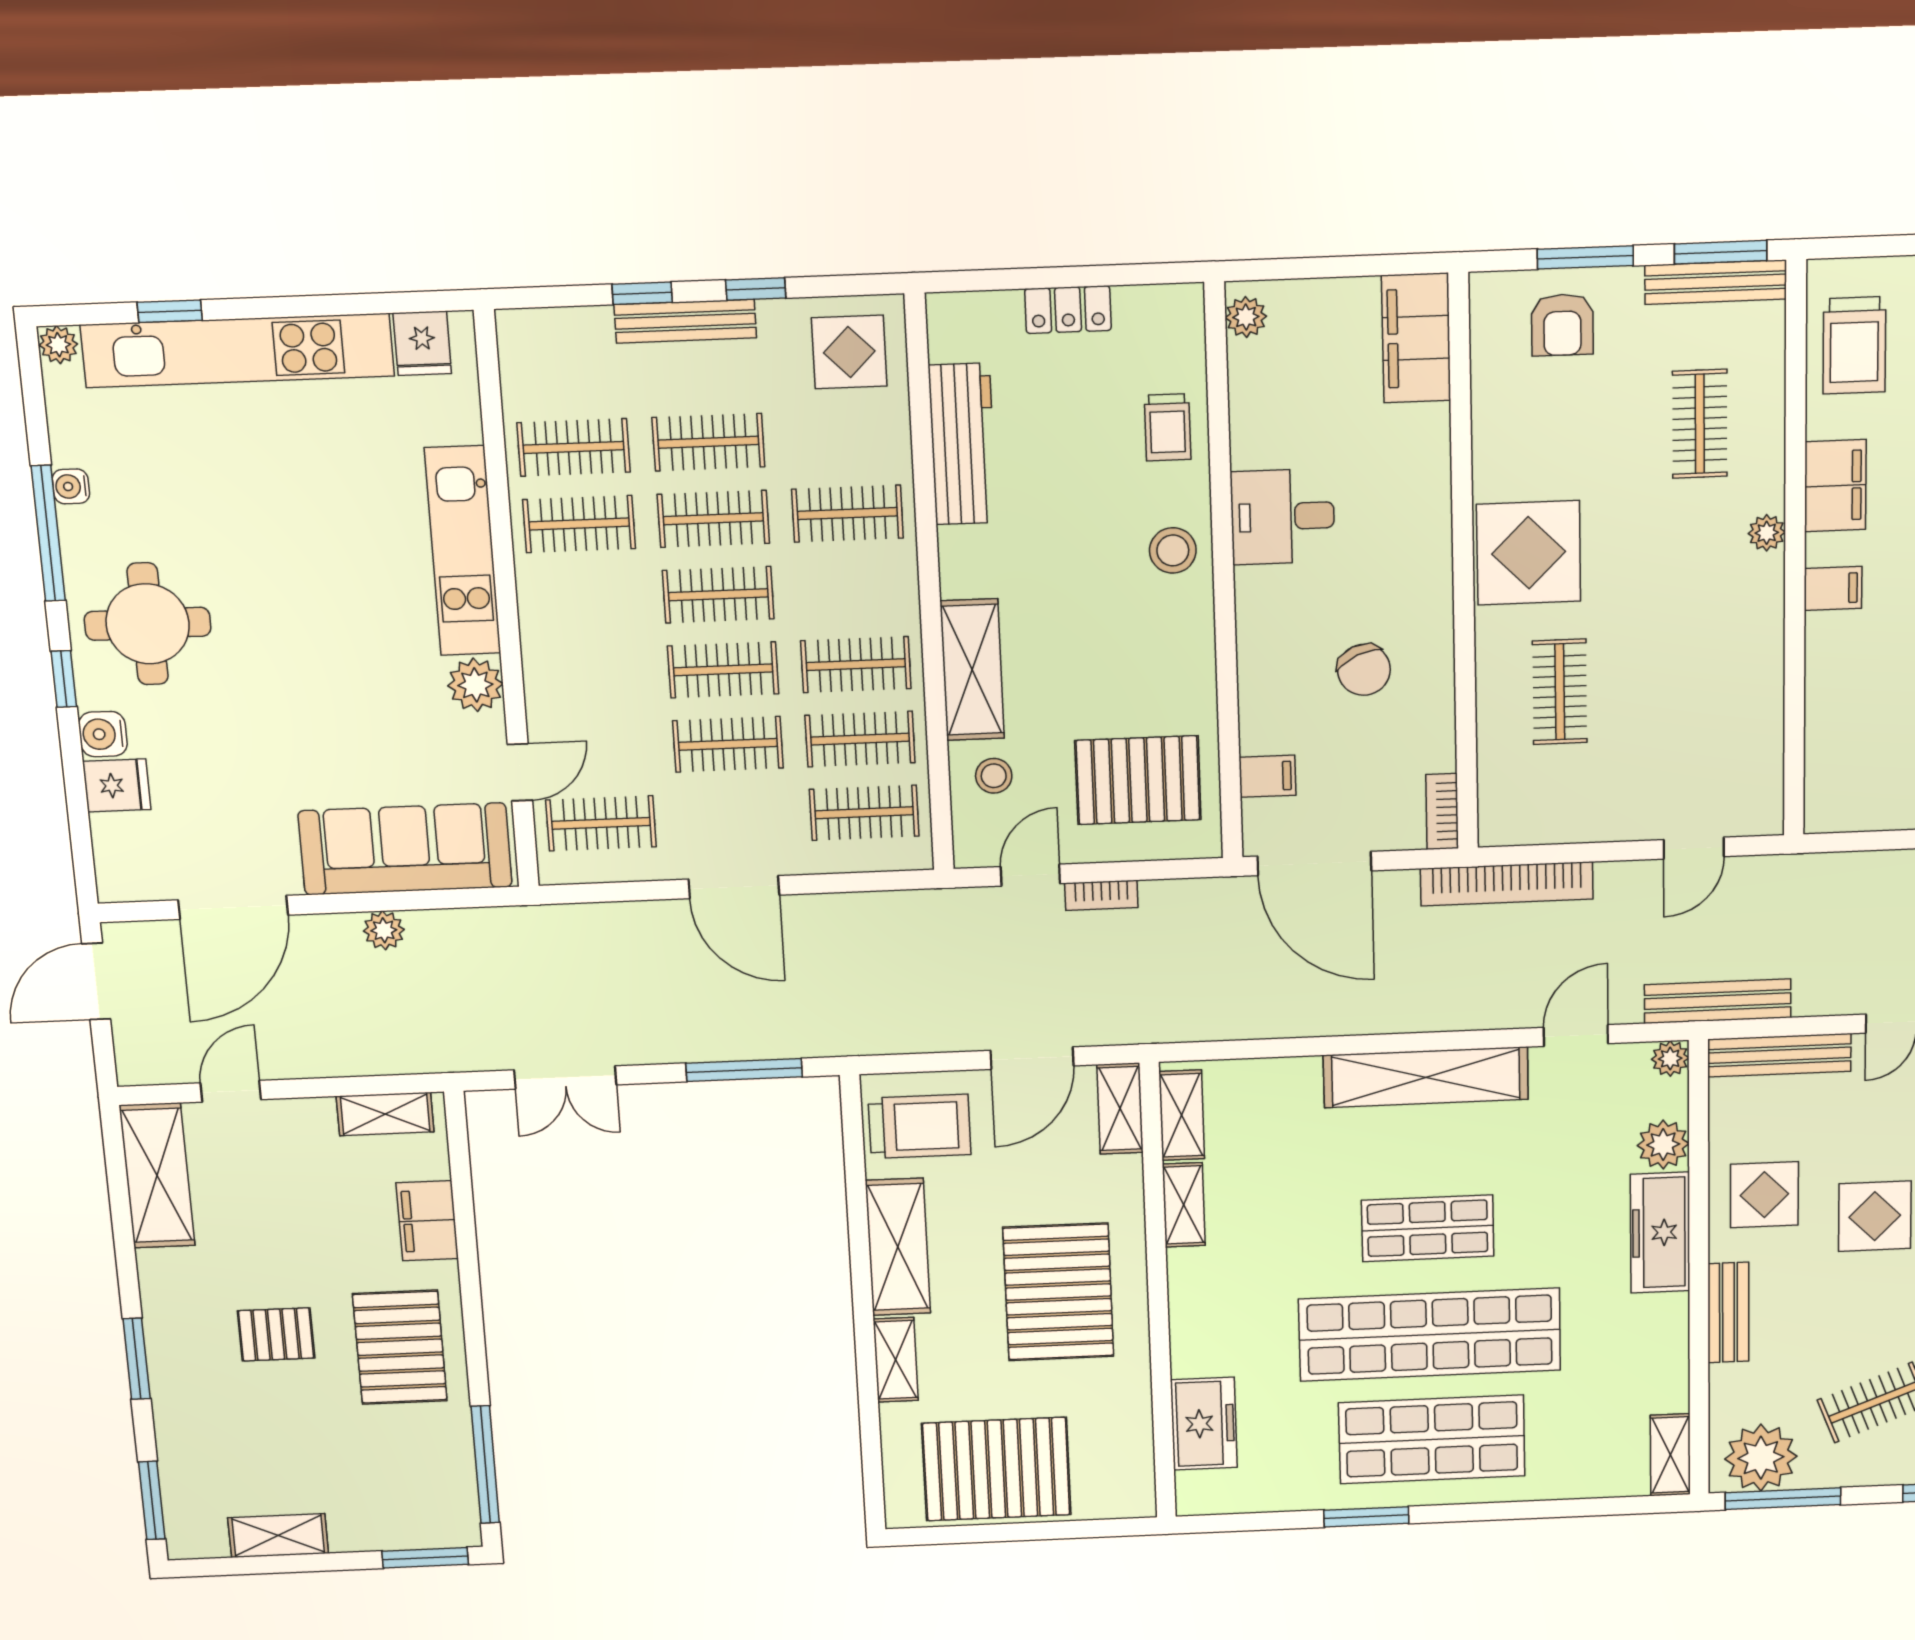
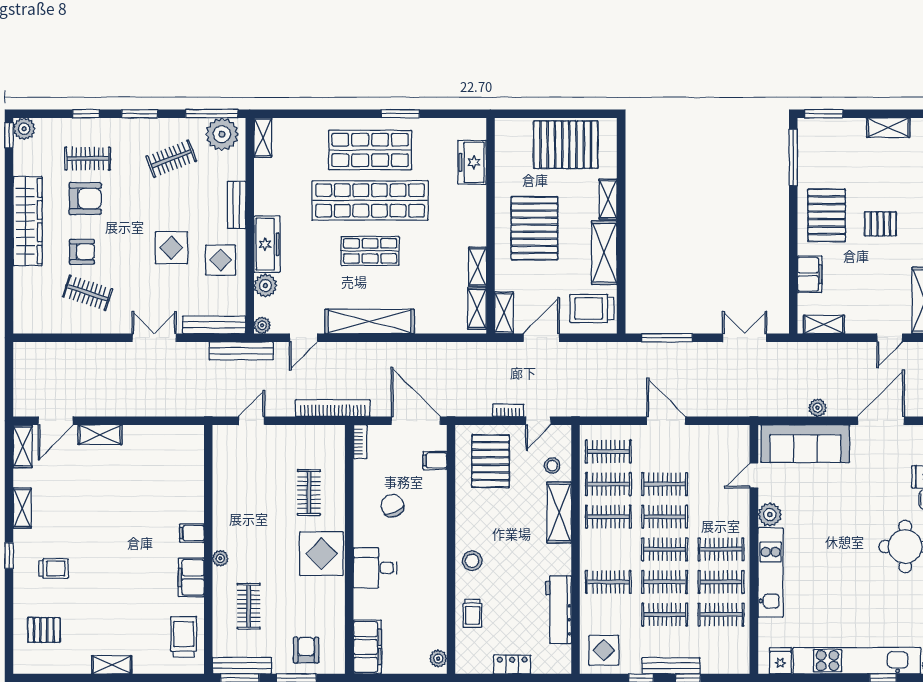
trolley: (1168, 427) -> (472, 613), turned 180
desk: (1283, 517) -> (375, 568), moved, turned 180
pallet: (1138, 780) -> (491, 461), turned 90
clothes rail: (601, 823) -> (721, 549), moved

